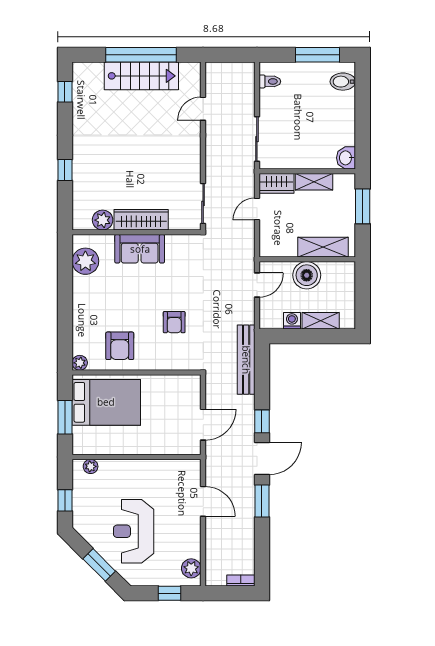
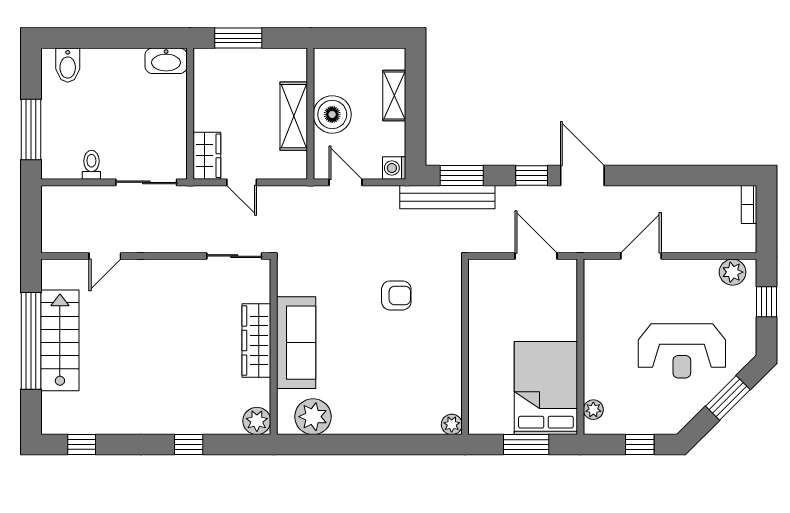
window: (318, 55) -> (31, 130), moved
toilet: (270, 81) -> (91, 165), moved
door: (203, 109) -> (105, 256), hinge flipped
washbasin: (346, 158) -> (166, 61), width x1.38
shelving: (314, 182) -> (205, 104), removed
plant: (103, 220) -> (257, 421), moved
shelving: (323, 247) -> (294, 116), moved
sofa: (140, 249) -> (296, 343), width x1.36
washing machine: (292, 321) -> (394, 168), moved
armchair: (120, 346) -> (429, 370), removed
bed: (106, 402) -> (546, 388), moved
window: (262, 501) -> (462, 176), moved

